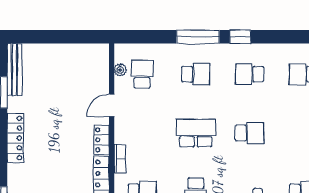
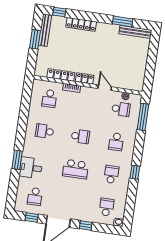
window: (198, 37) -> (143, 117), moved
school desk: (196, 133) -> (80, 136), width x0.54
school desk: (250, 133) -> (76, 169), width x1.85
locker: (15, 138) -> (81, 24), moved

